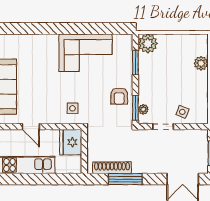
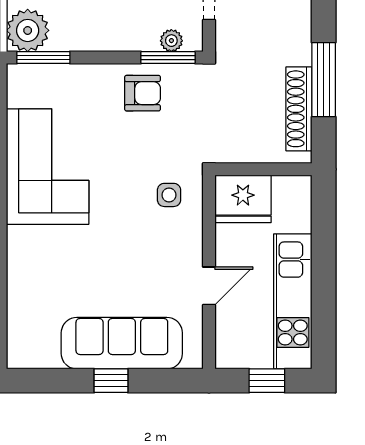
window: (135, 63) -> (43, 58), moved

